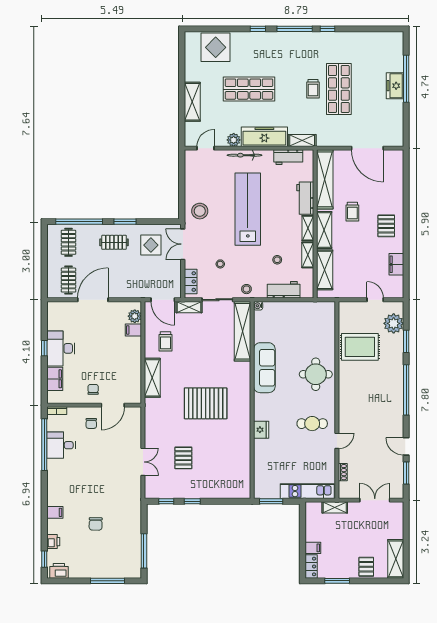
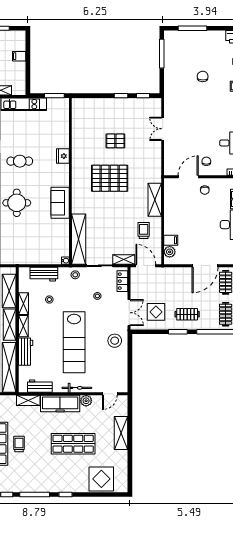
sofa: (264, 368) -> (60, 203), width x0.73
pallet: (183, 458) -> (115, 141), moved, turned 90
locker: (311, 566) -> (21, 40), removed

